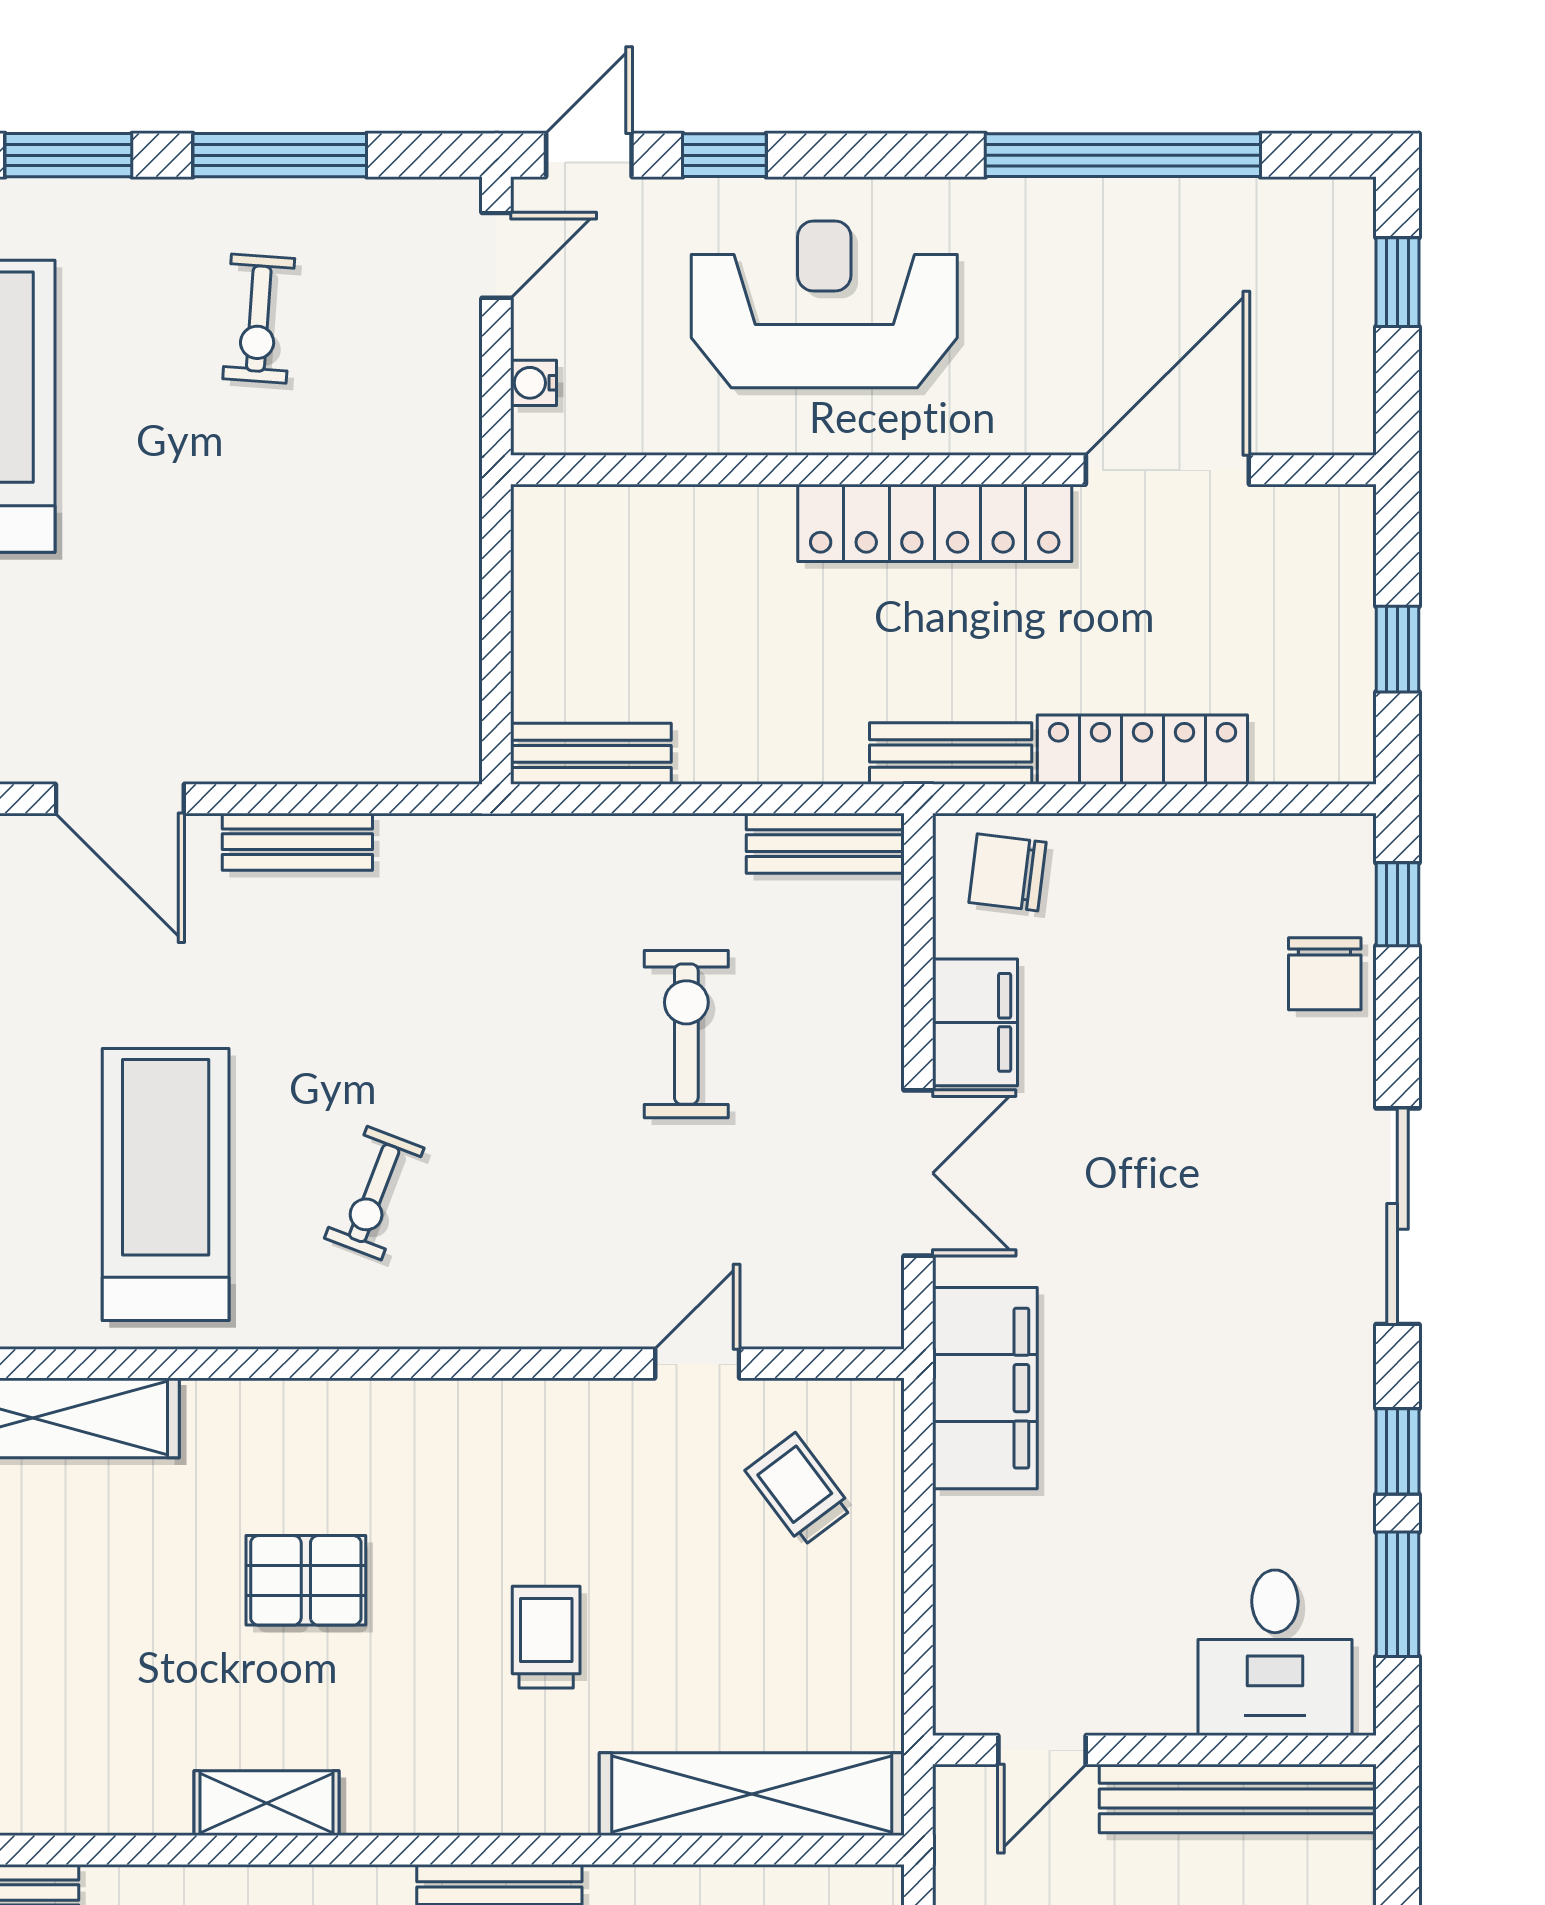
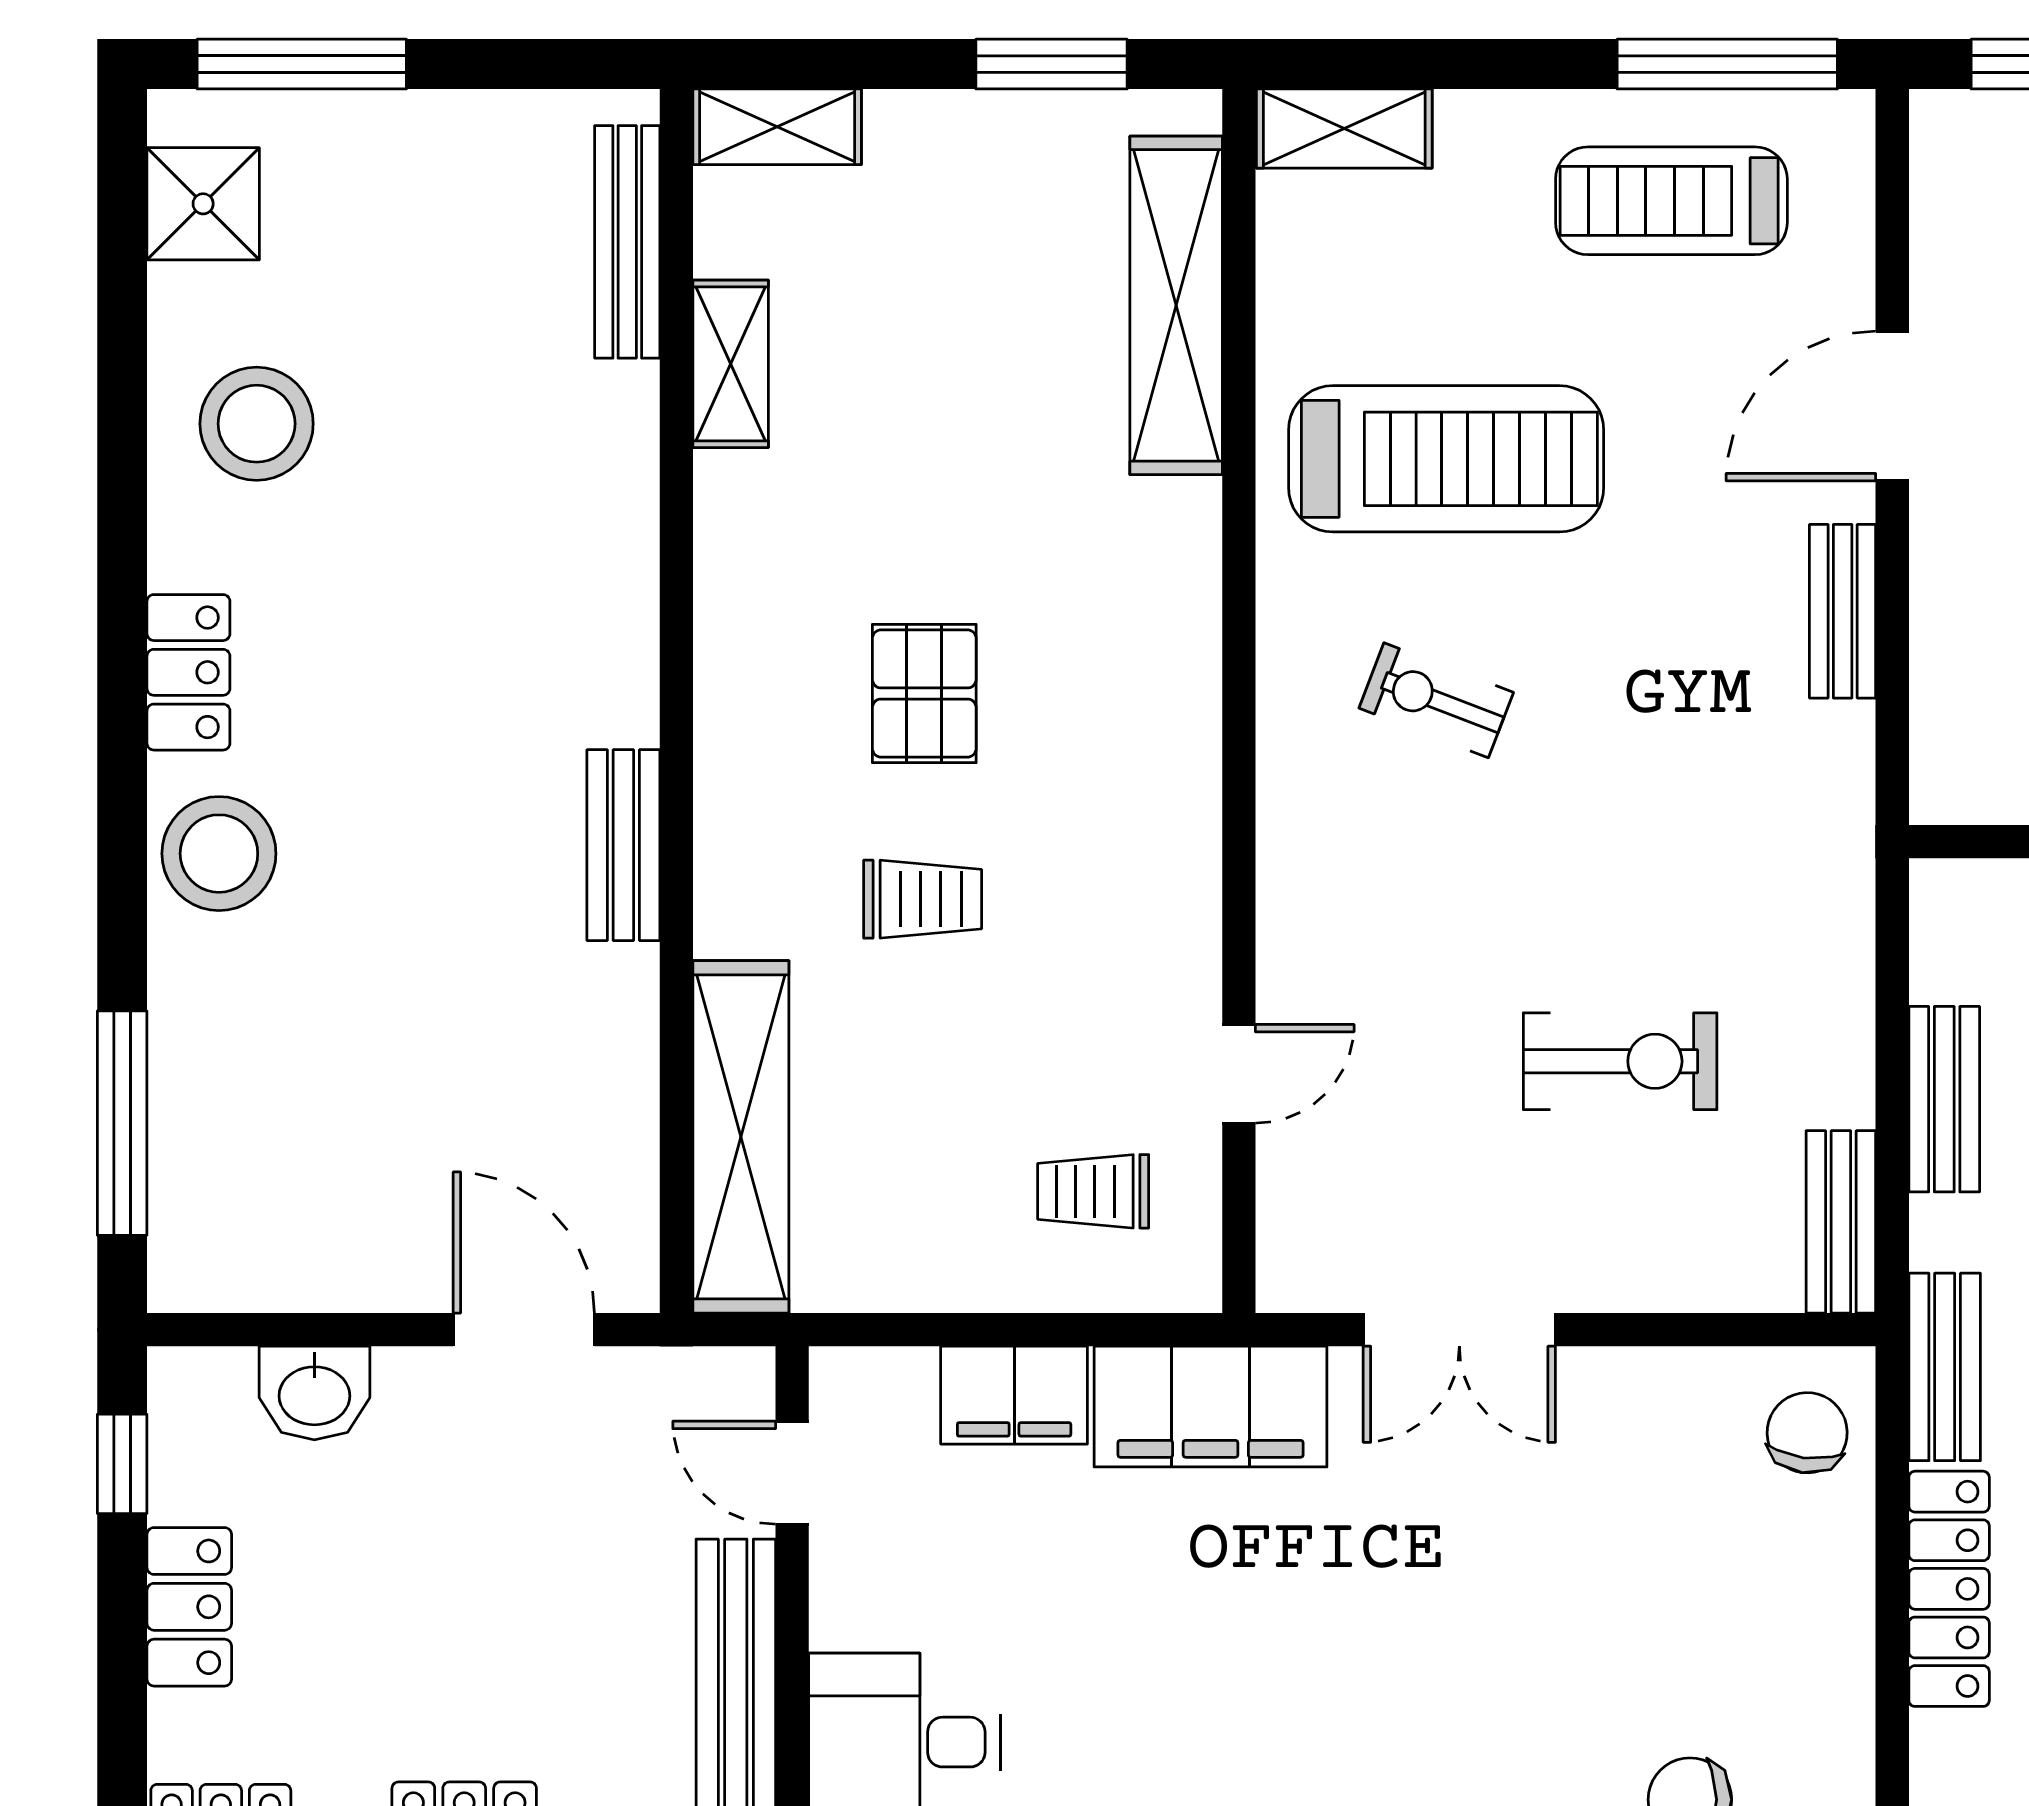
bench: (591, 754) -> (1944, 1099), moved
filing cabinet: (975, 1022) -> (1014, 1395), moved
door: (697, 1364) -> (1239, 1074), hinge flipped
trolley: (799, 1490) -> (1093, 1191), turned -143
pallet: (306, 1580) -> (924, 693), moved
shelving: (267, 1803) -> (731, 364), moved

